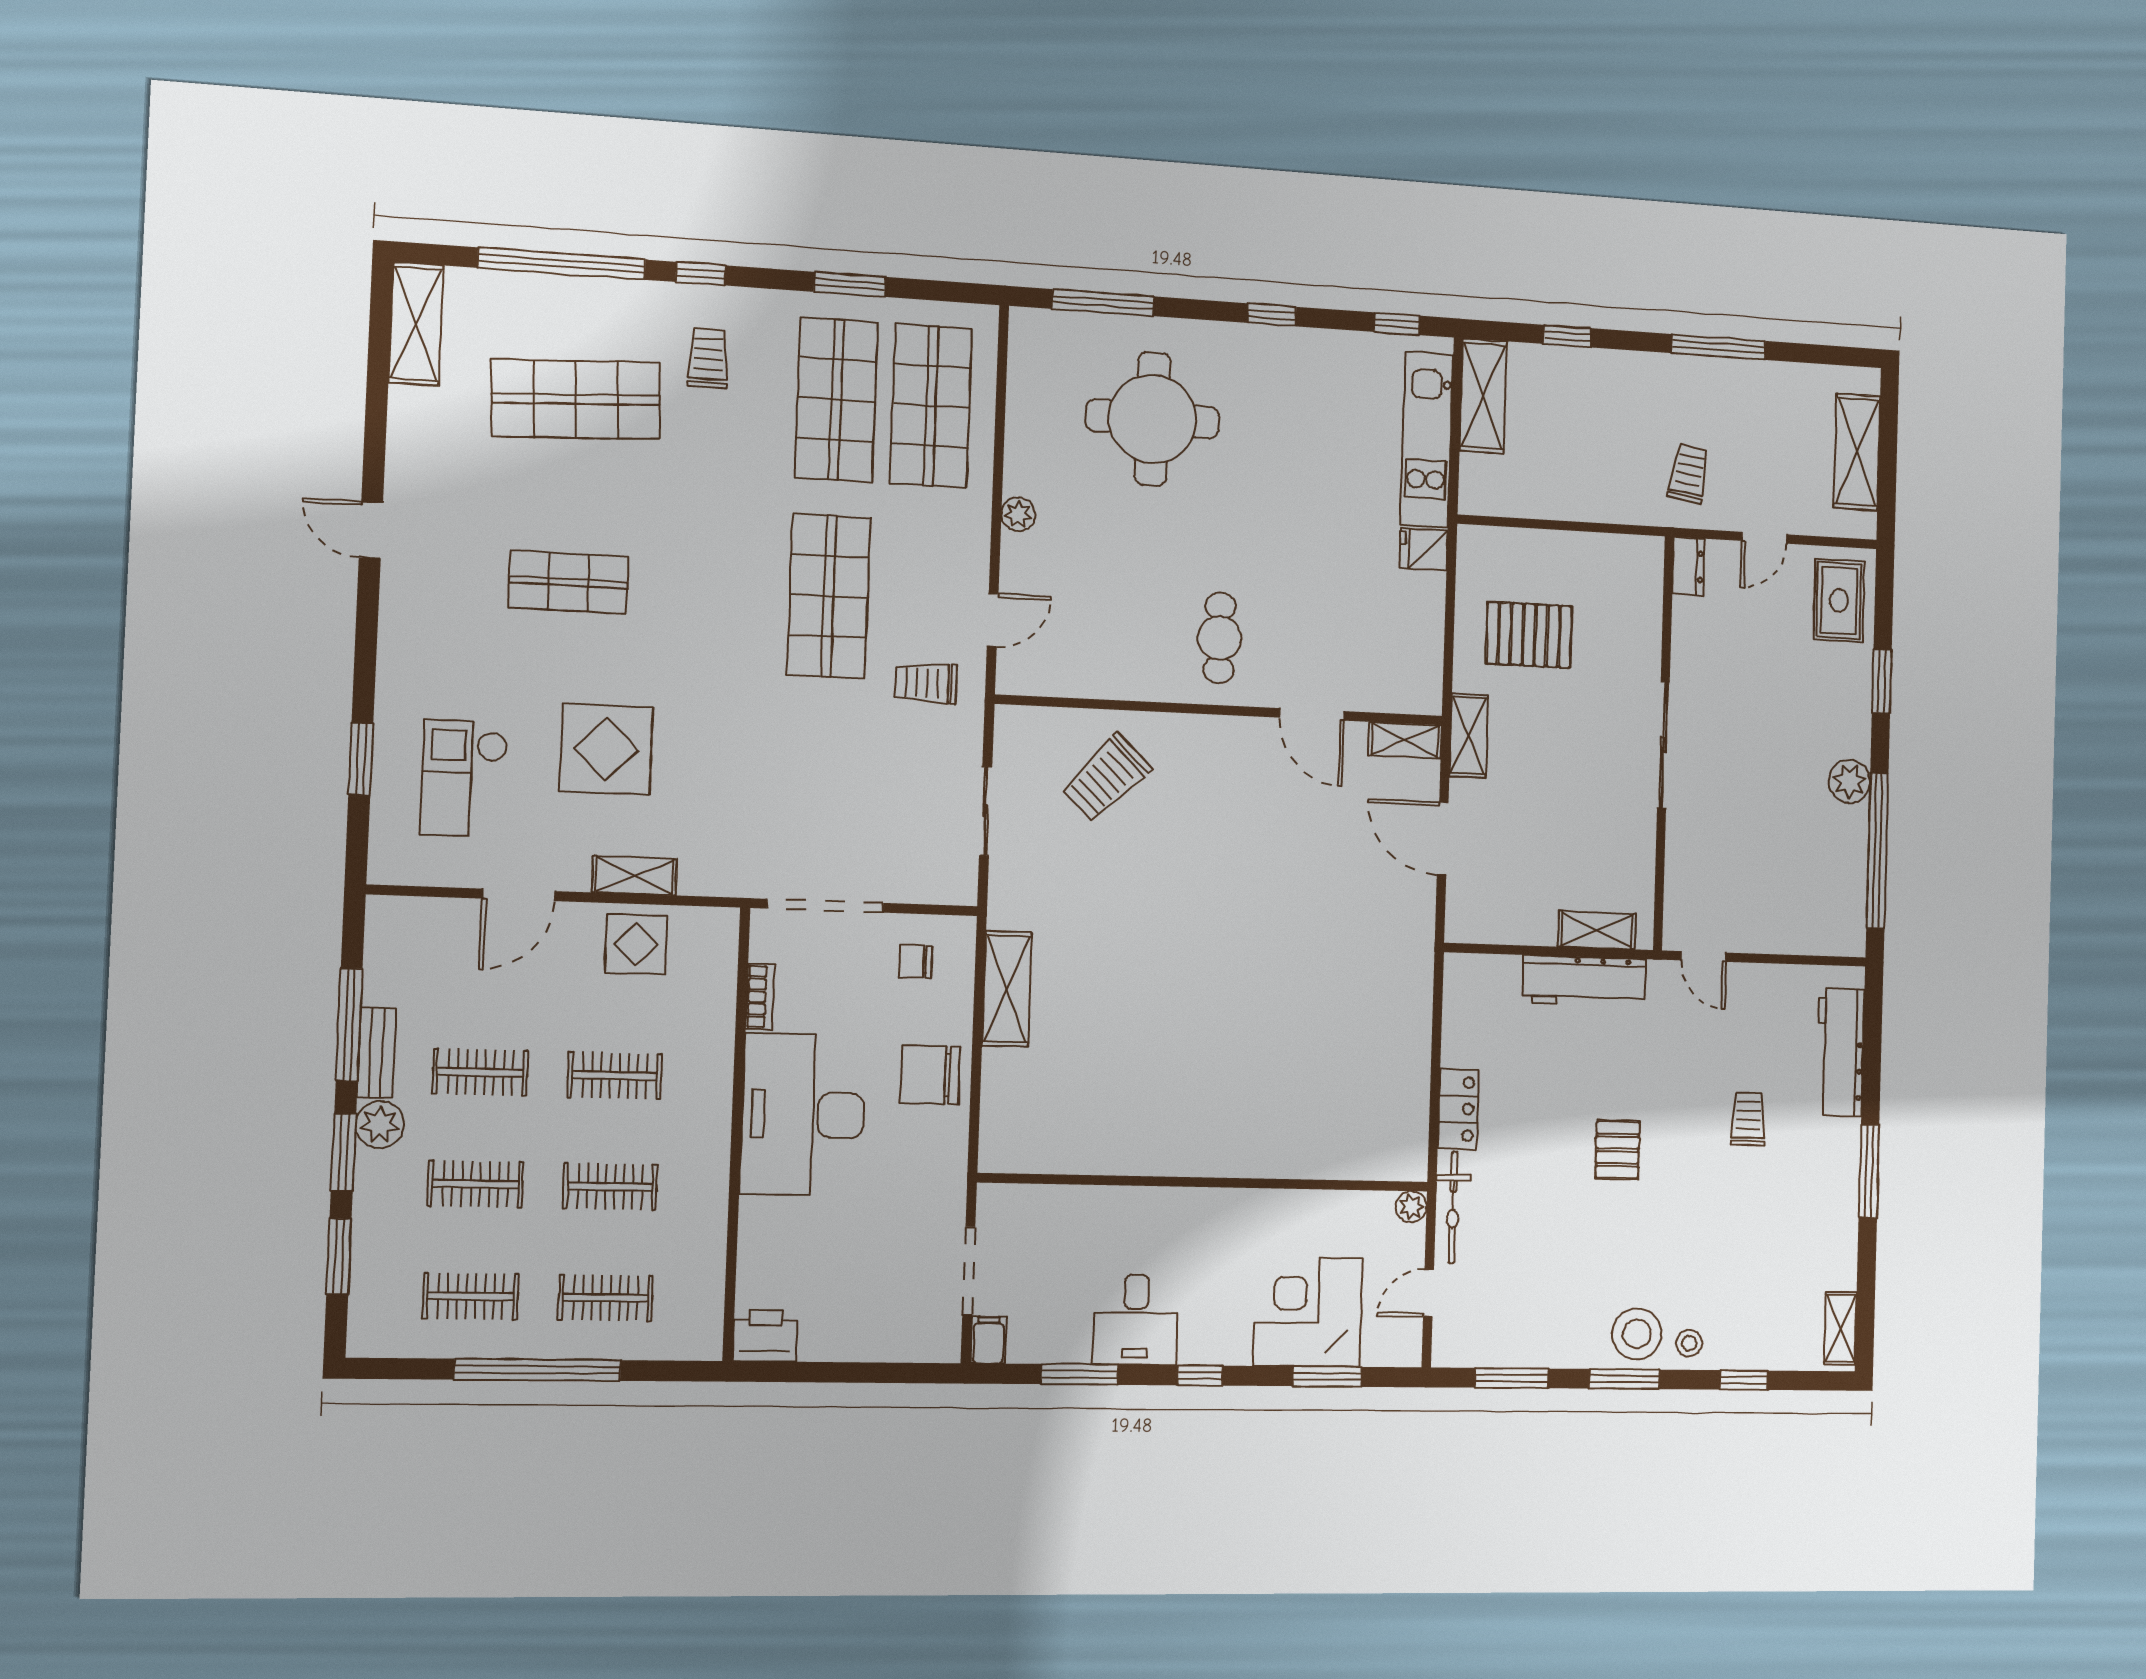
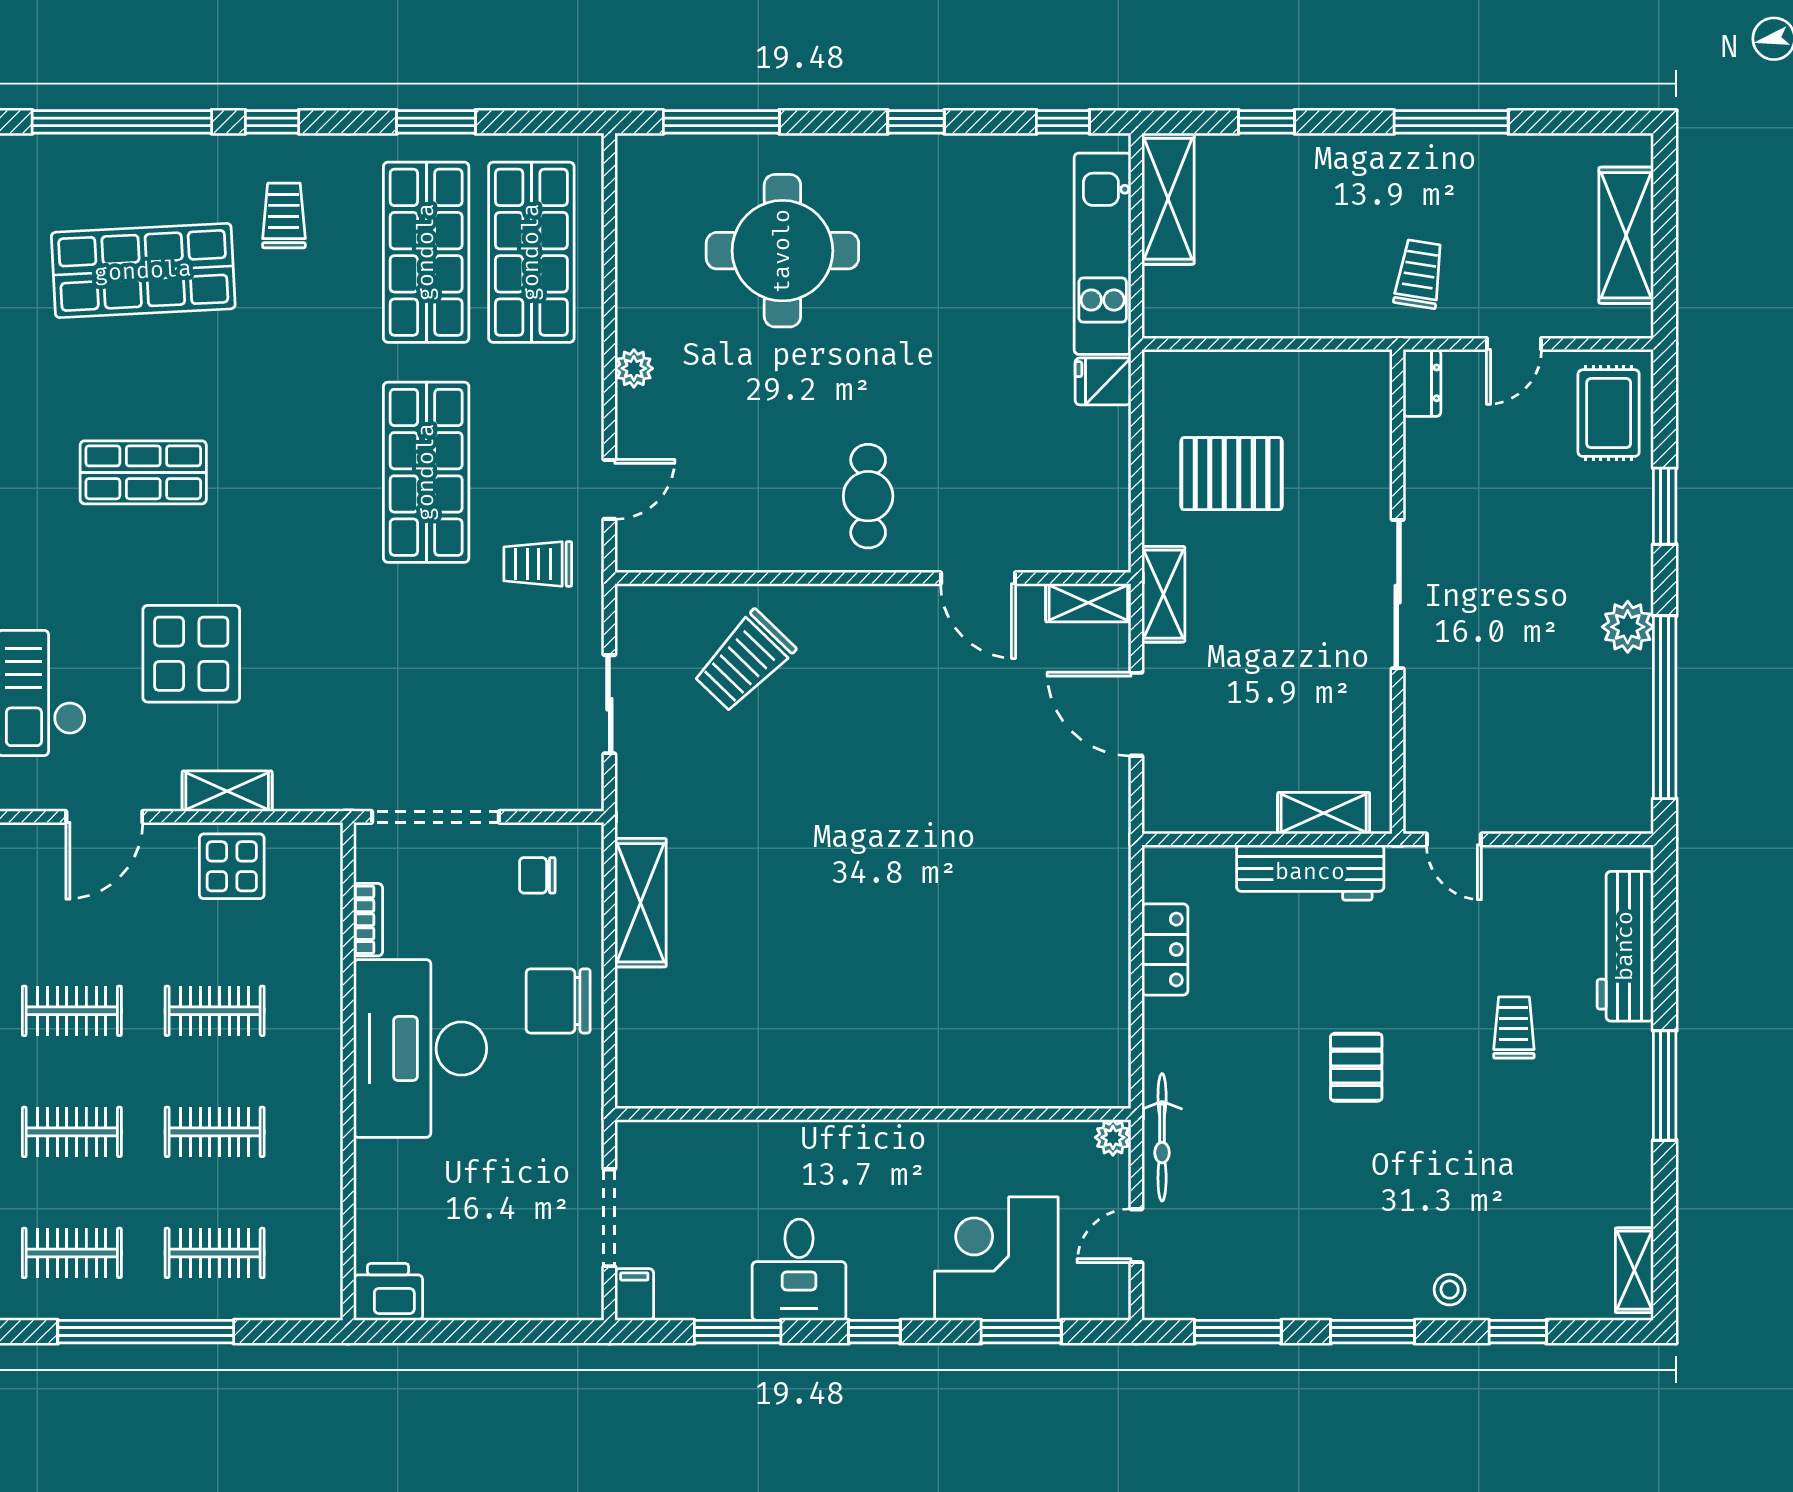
locker: (1458, 1109) -> (1165, 949), moved
stool: (1637, 1334) -> (1386, 1279), removed

